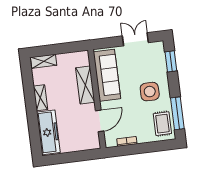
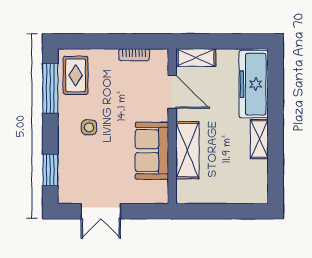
shelving: (44, 61) -> (196, 57), moved
sofa: (107, 75) -> (152, 151), width x0.73
side table: (150, 92) -> (89, 127), width x0.54, depth x0.54
door: (100, 121) -> (172, 92), swing flipped

